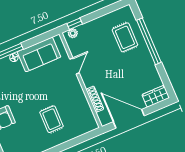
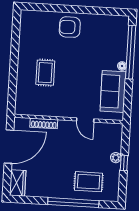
window: (75, 24) -> (124, 163), moved
plant: (73, 33) -> (116, 158), moved
rug: (52, 119) -> (45, 73), turned 90

